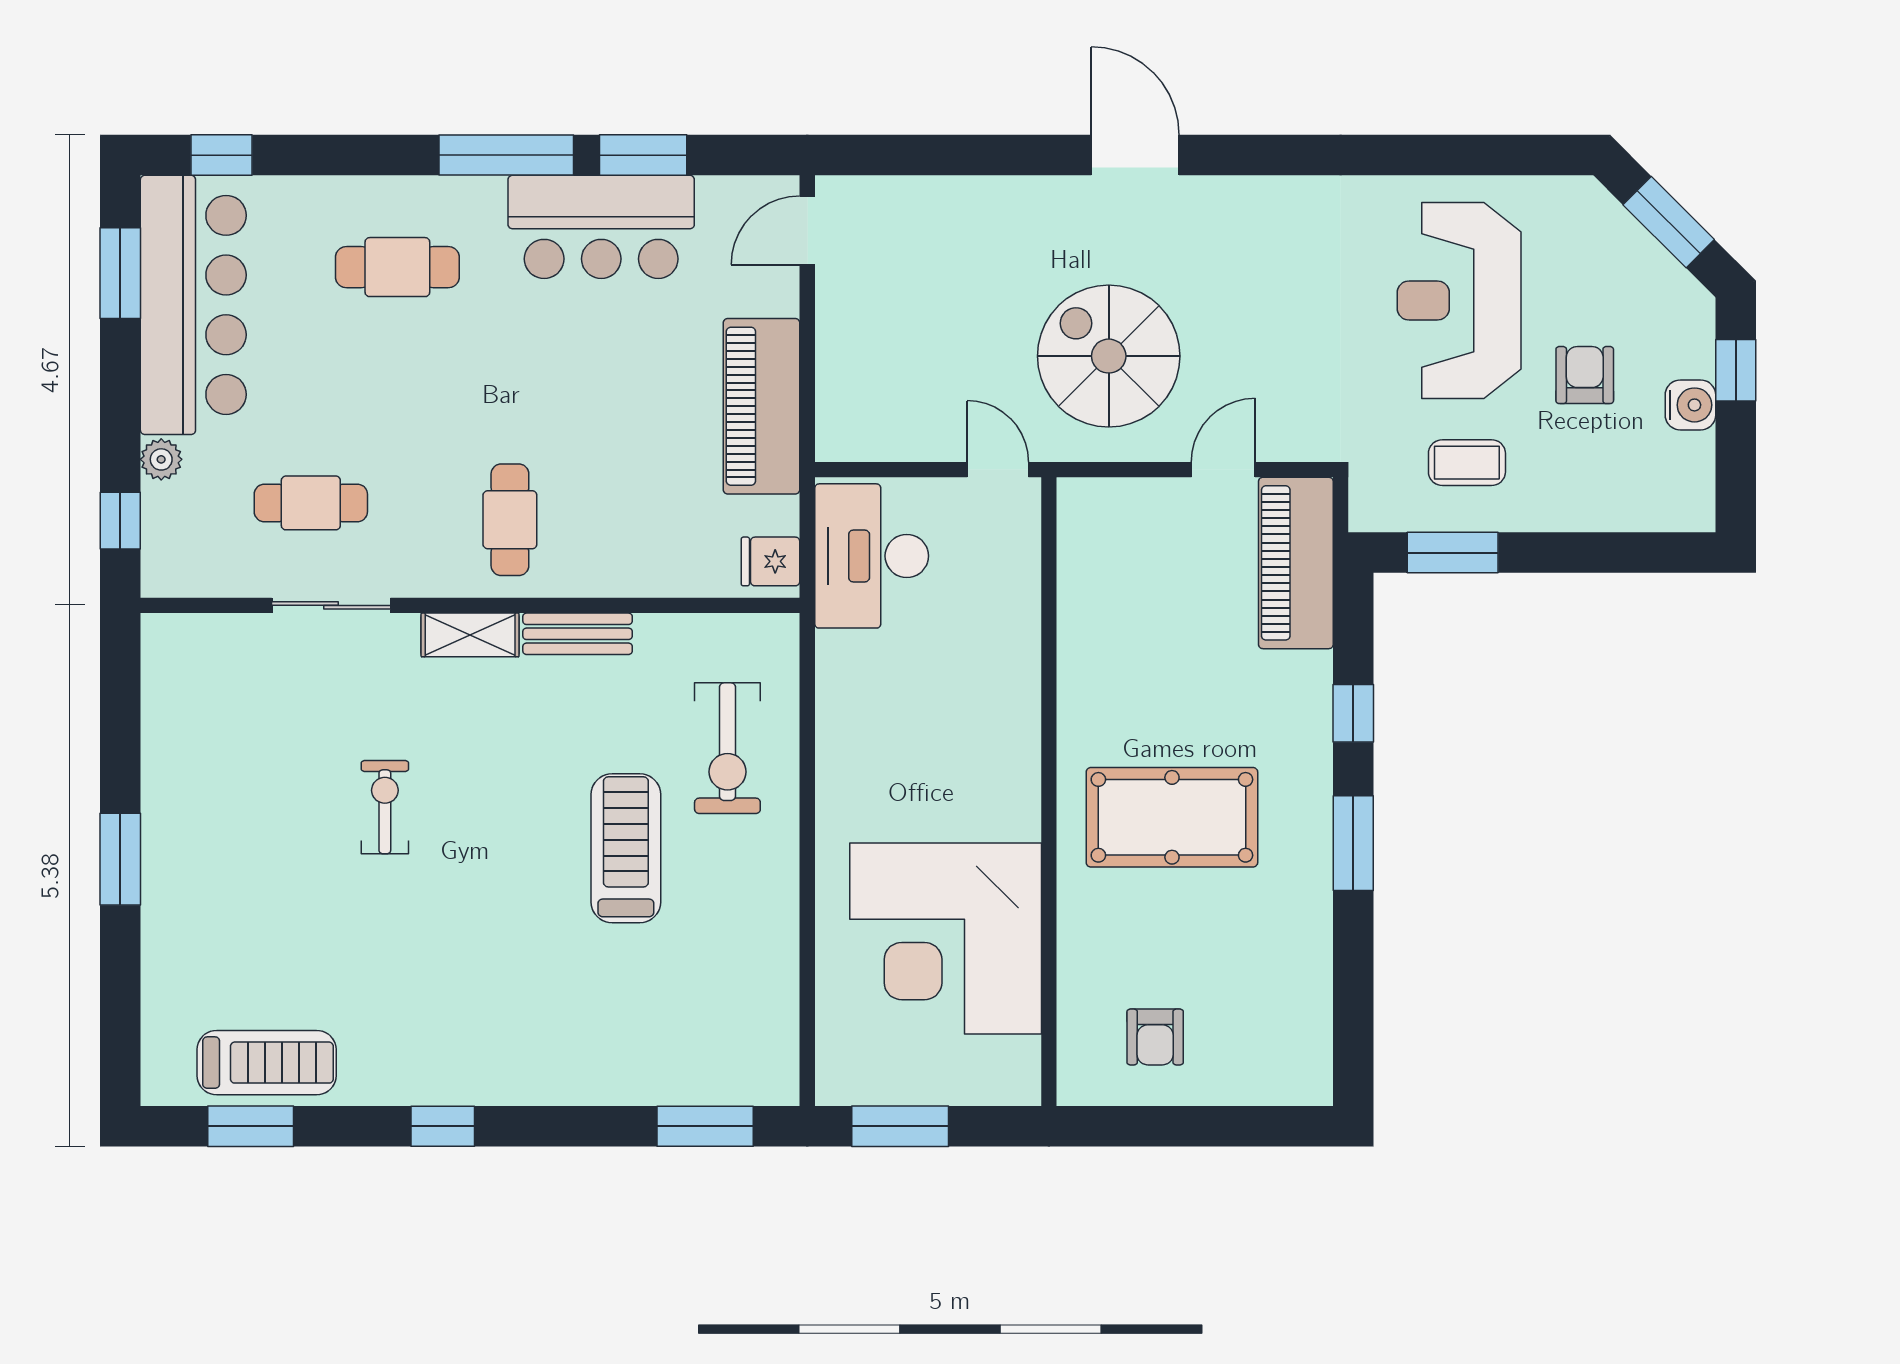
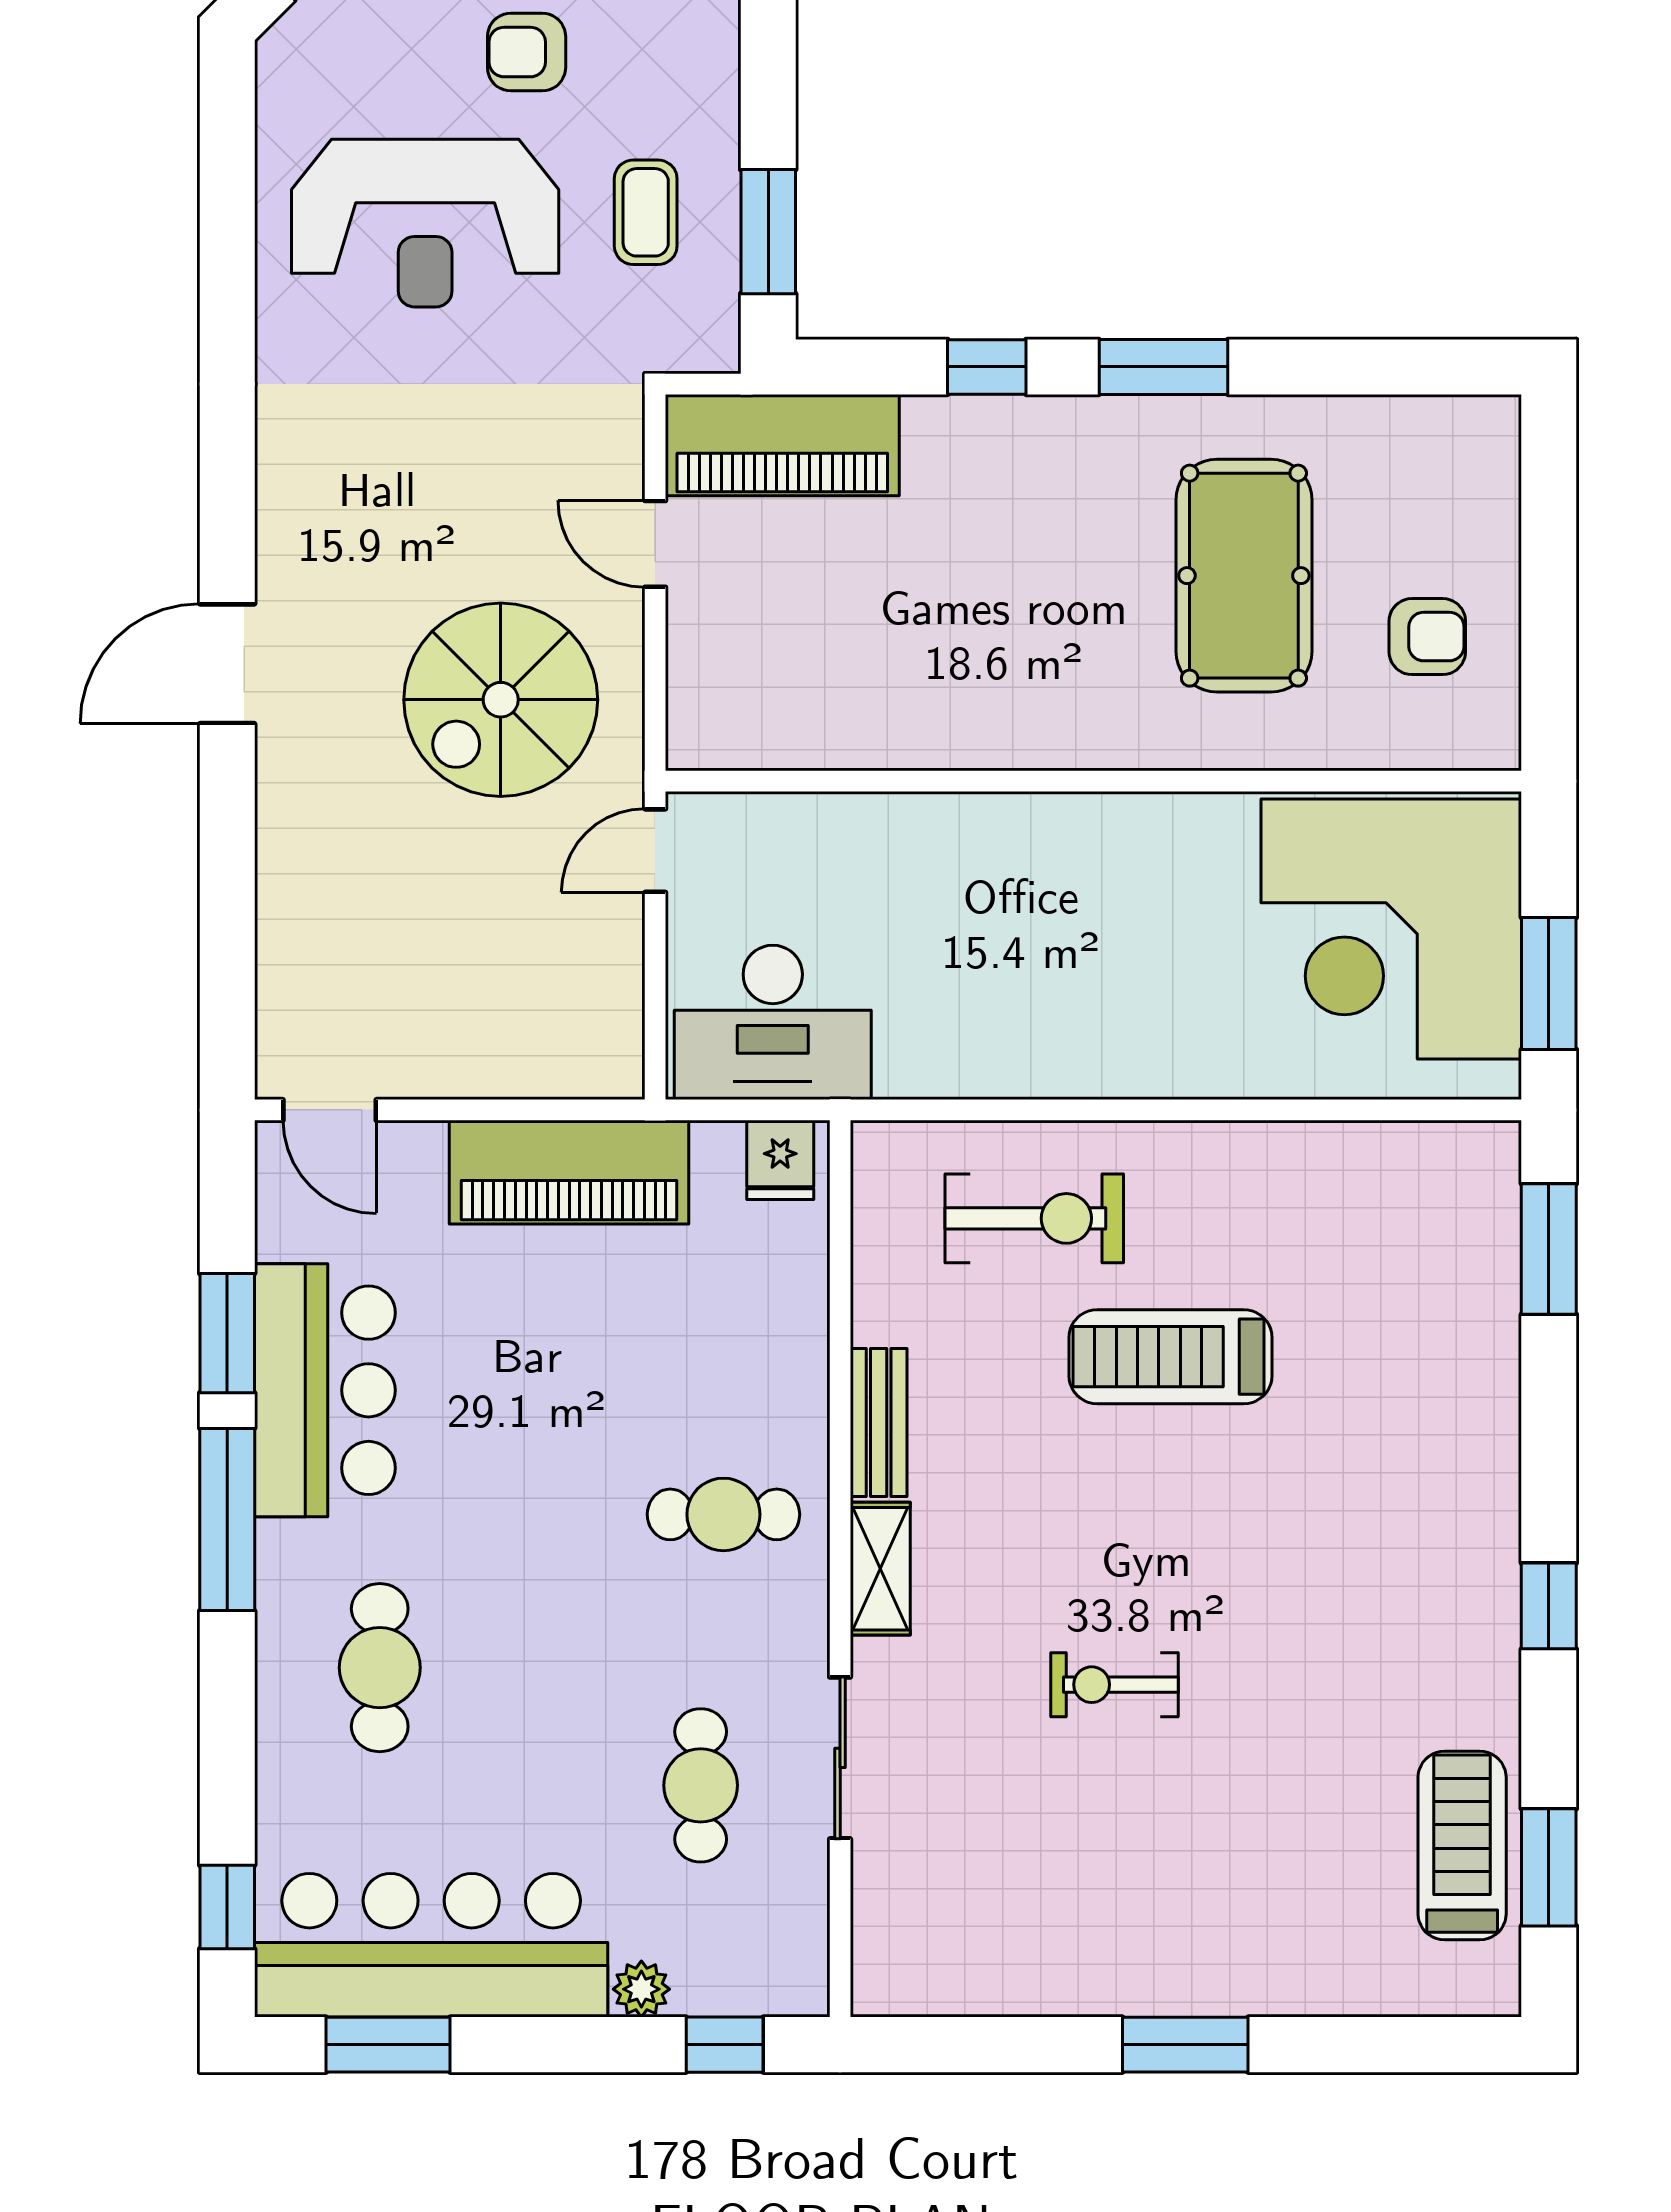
pool table: (1172, 817) -> (1244, 576), moved
corner desk: (946, 939) -> (1391, 929), moved, turned 90

